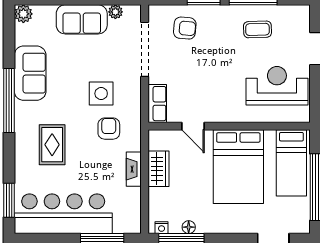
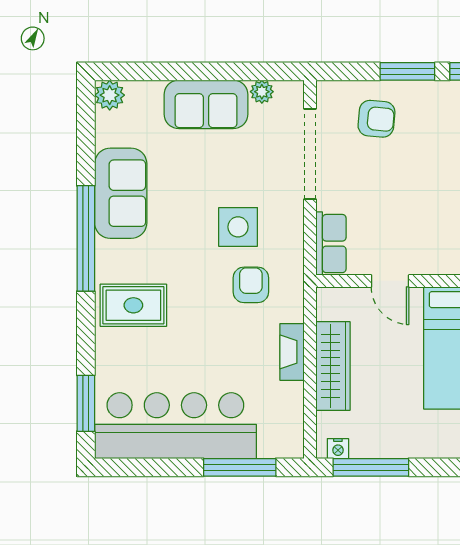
rug: (52, 145) -> (133, 305), moved, turned 90
wardrobe: (158, 169) -> (333, 366), width x1.50
floor lamp: (189, 227) -> (383, 448), removed

